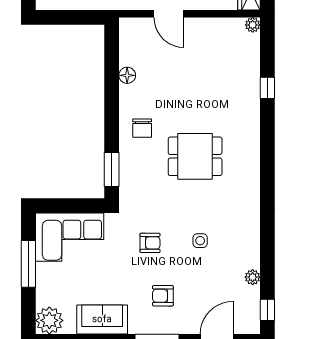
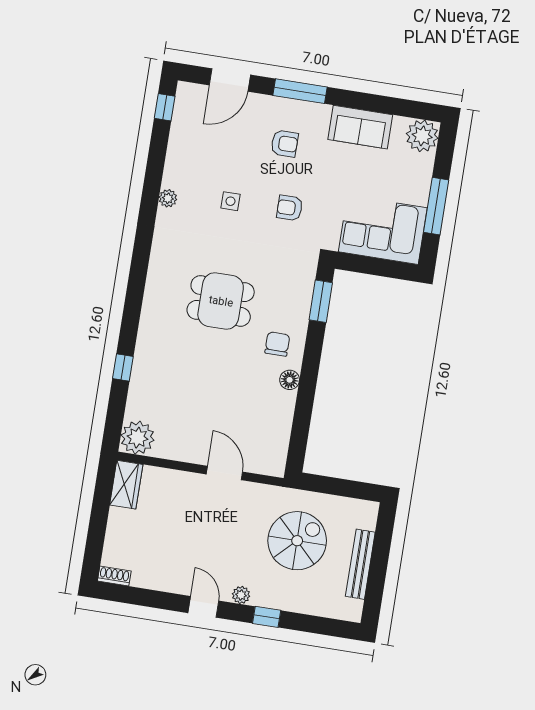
plant: (253, 25) -> (138, 438), width x1.88, depth x1.88
floor lamp: (127, 75) -> (290, 380), moved
plant: (253, 277) -> (168, 198), moved

